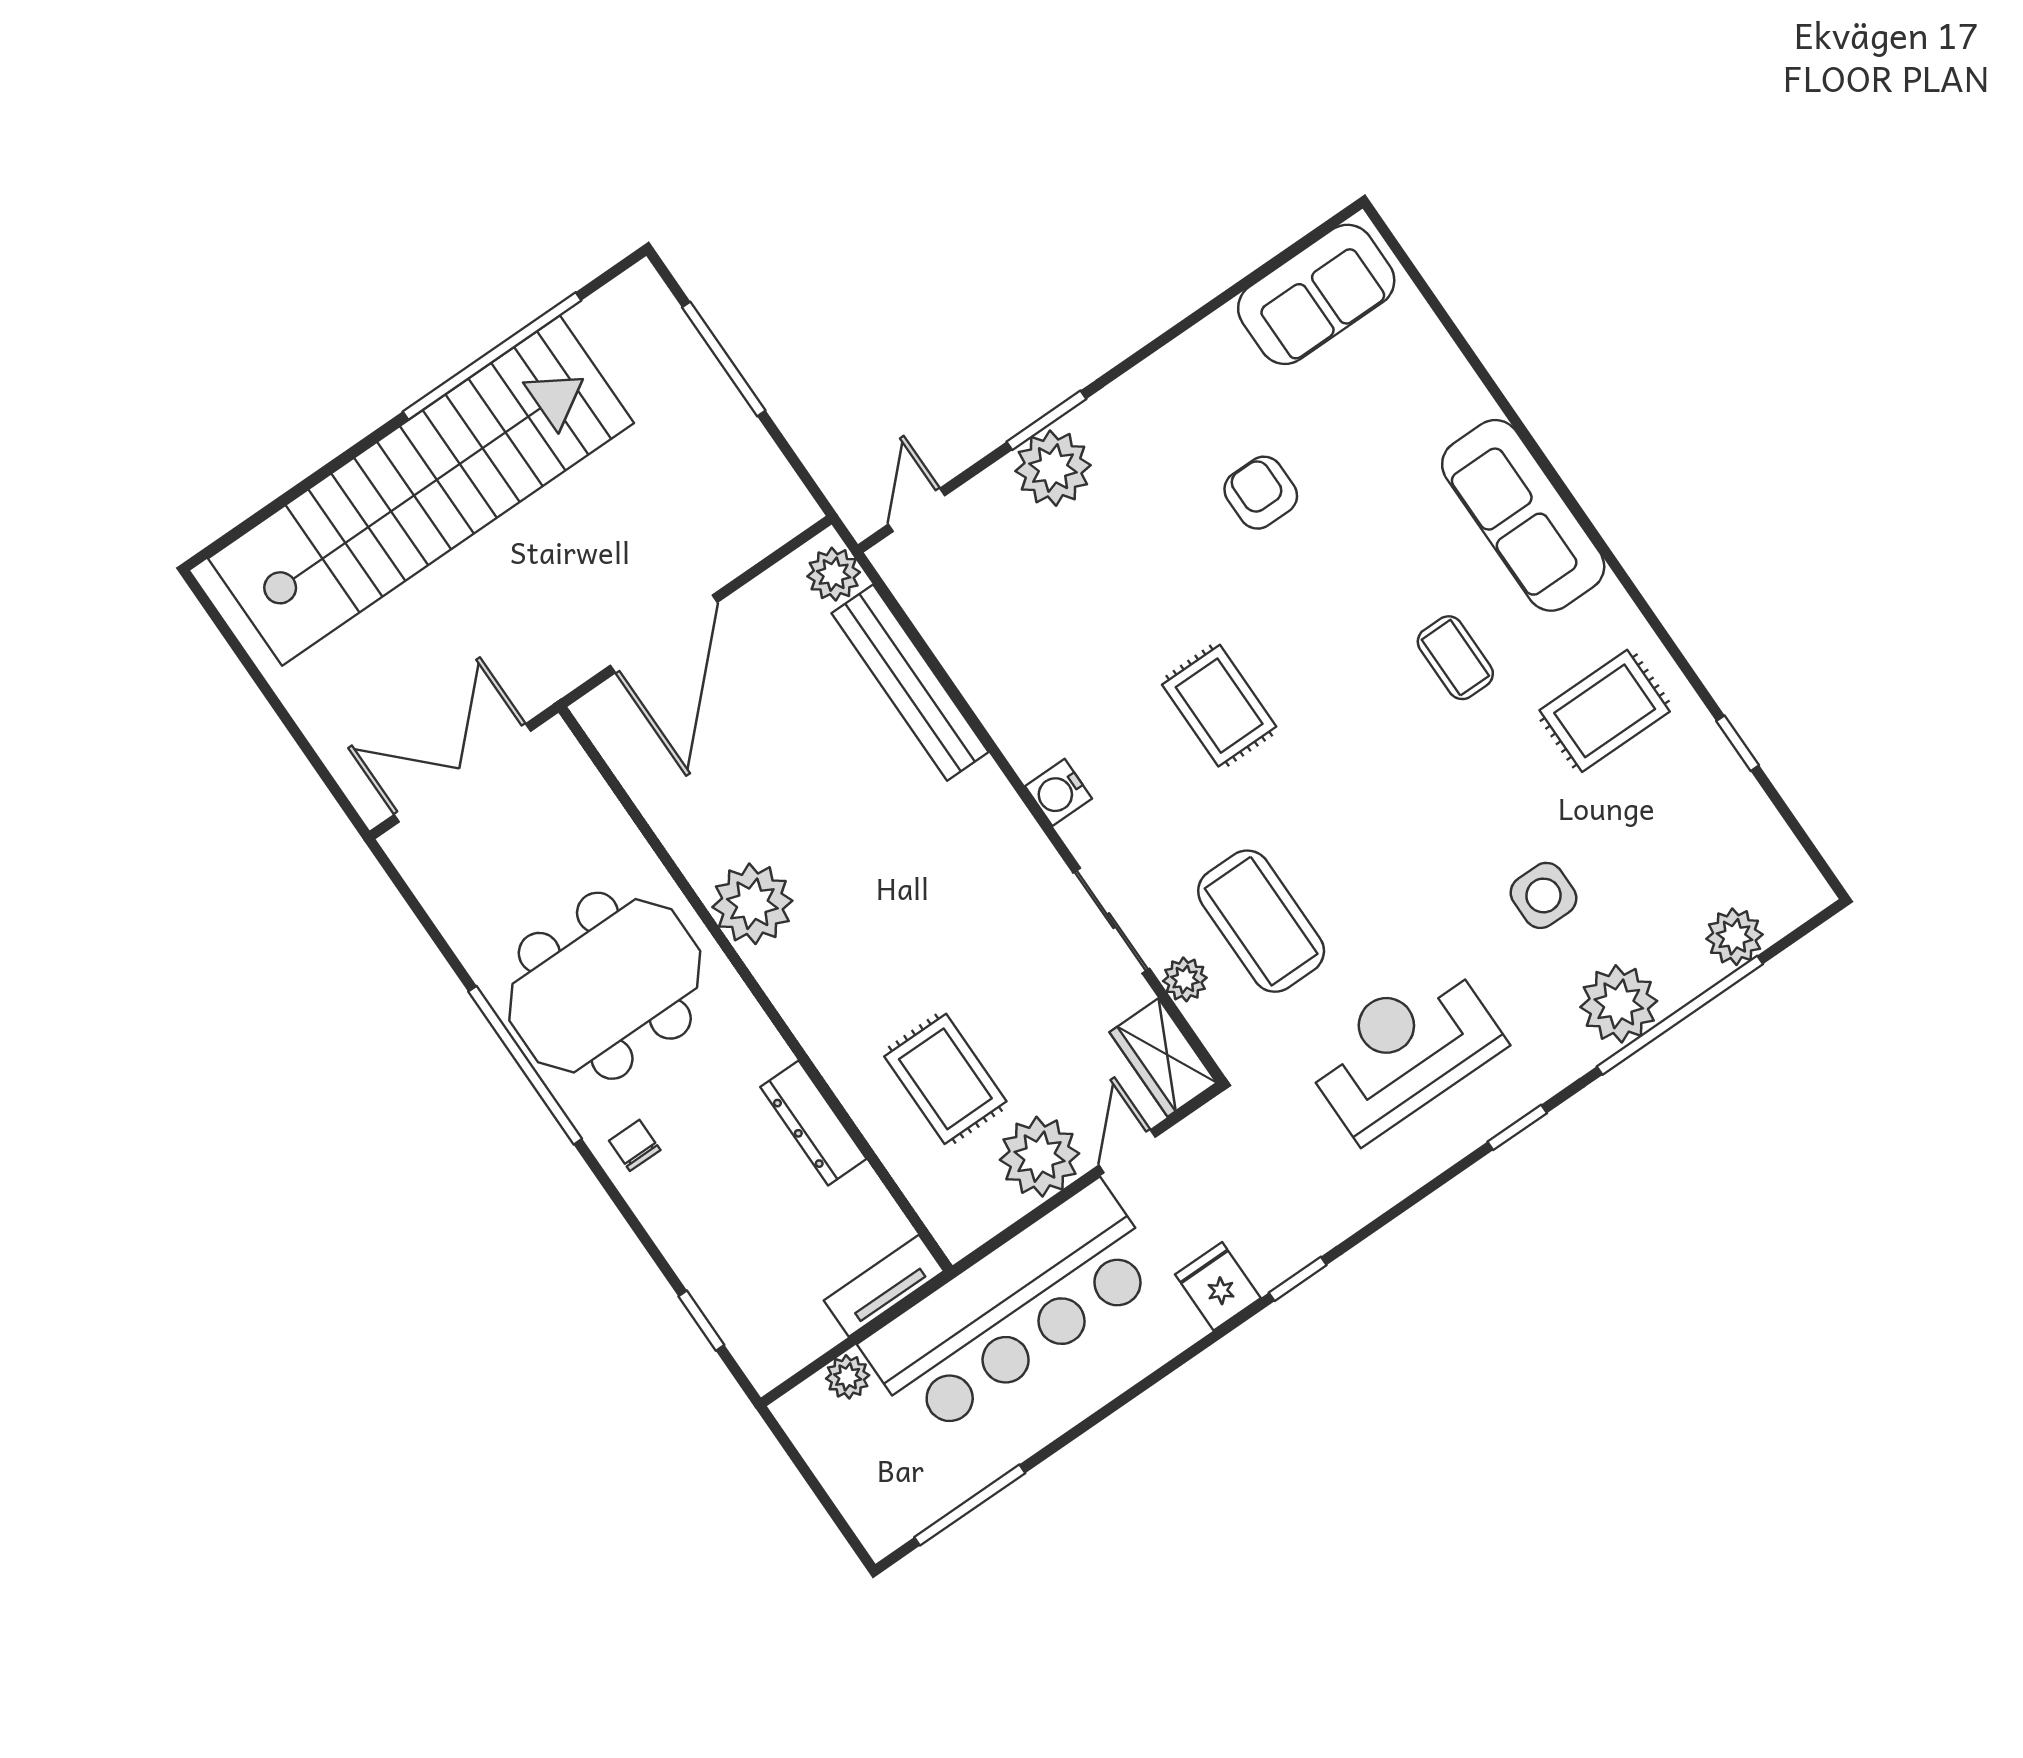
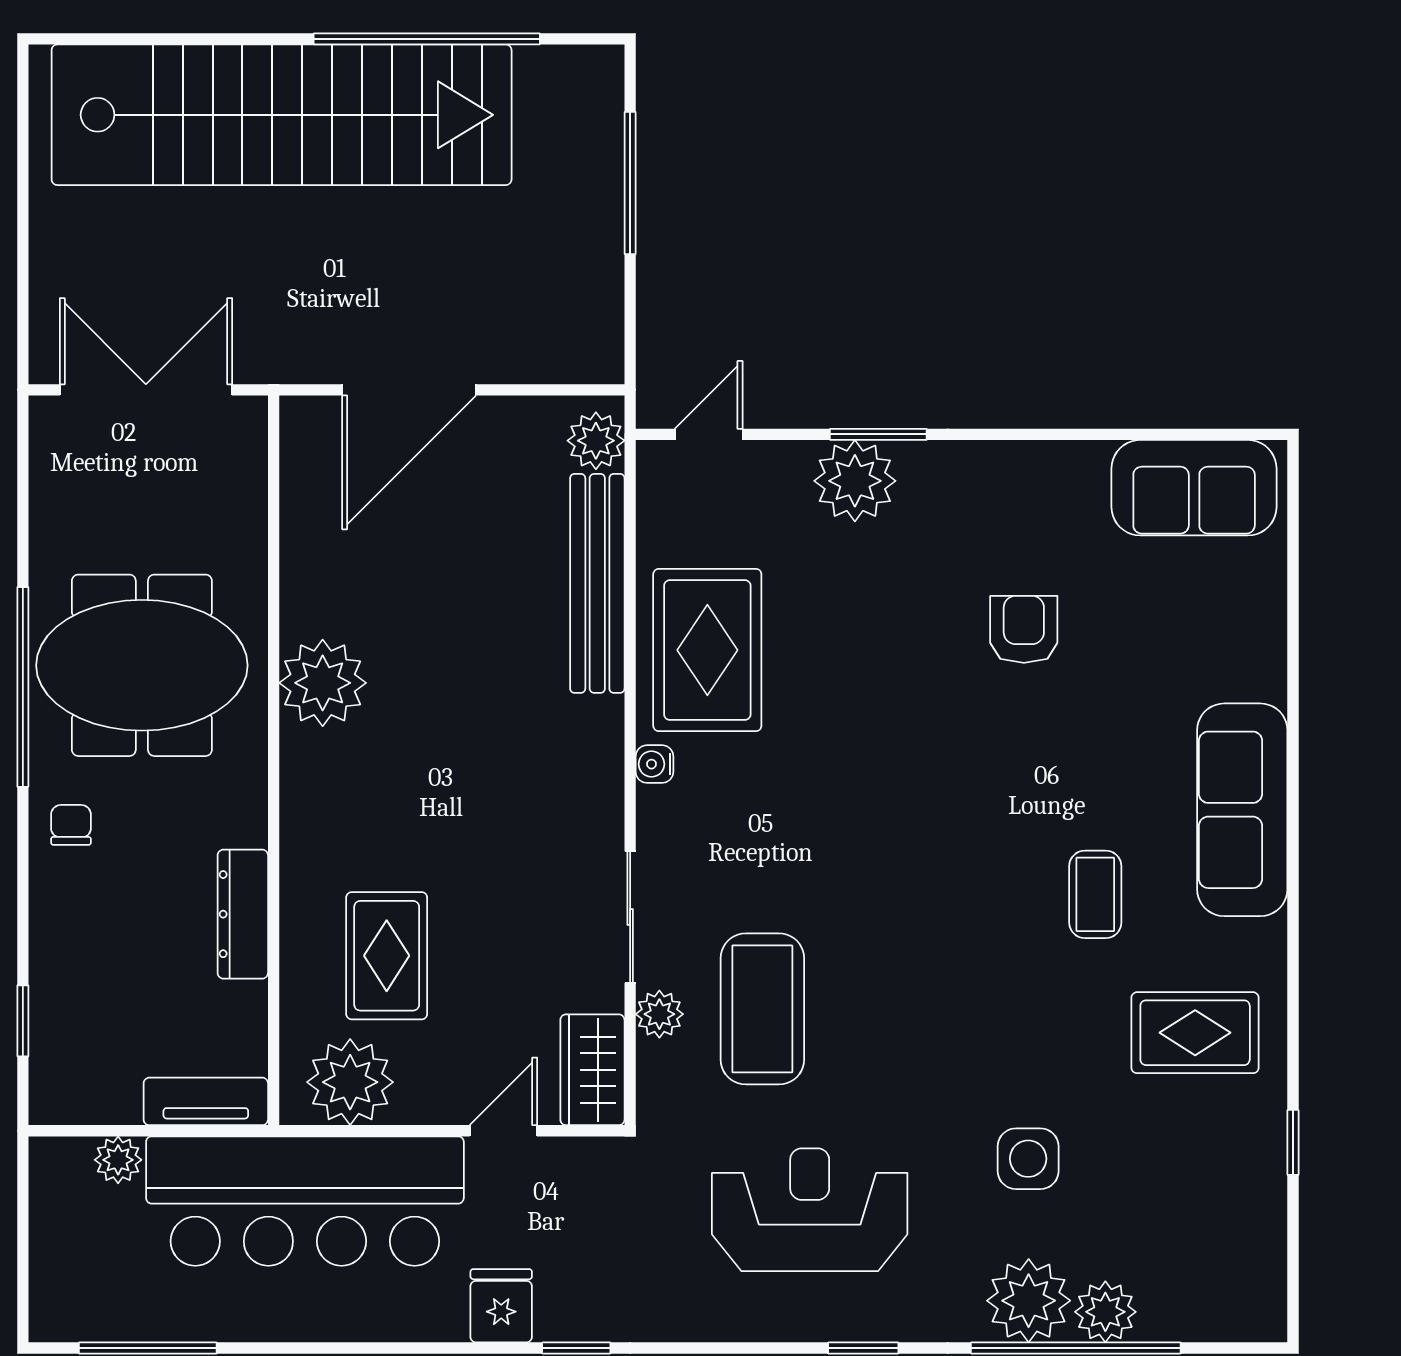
rug: (1219, 706) -> (707, 650), moved, width x1.36, depth x1.43
water cooler: (1059, 792) -> (655, 764), width x0.72, depth x0.72
plant: (1734, 937) -> (1105, 1312), moved
plant: (1039, 1157) -> (350, 1082), moved

